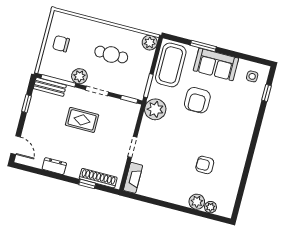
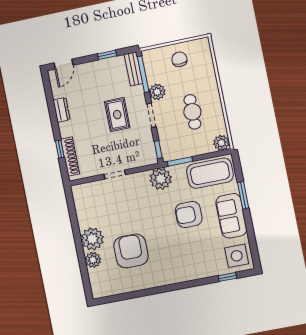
side table: (252, 76) -> (237, 256), width x1.87, depth x1.87
armchair: (205, 165) -> (131, 251), width x1.88, depth x1.88
fireplace: (133, 178) -> (86, 189), removed
plant: (211, 207) -> (92, 239), moved, width x1.88, depth x1.88

